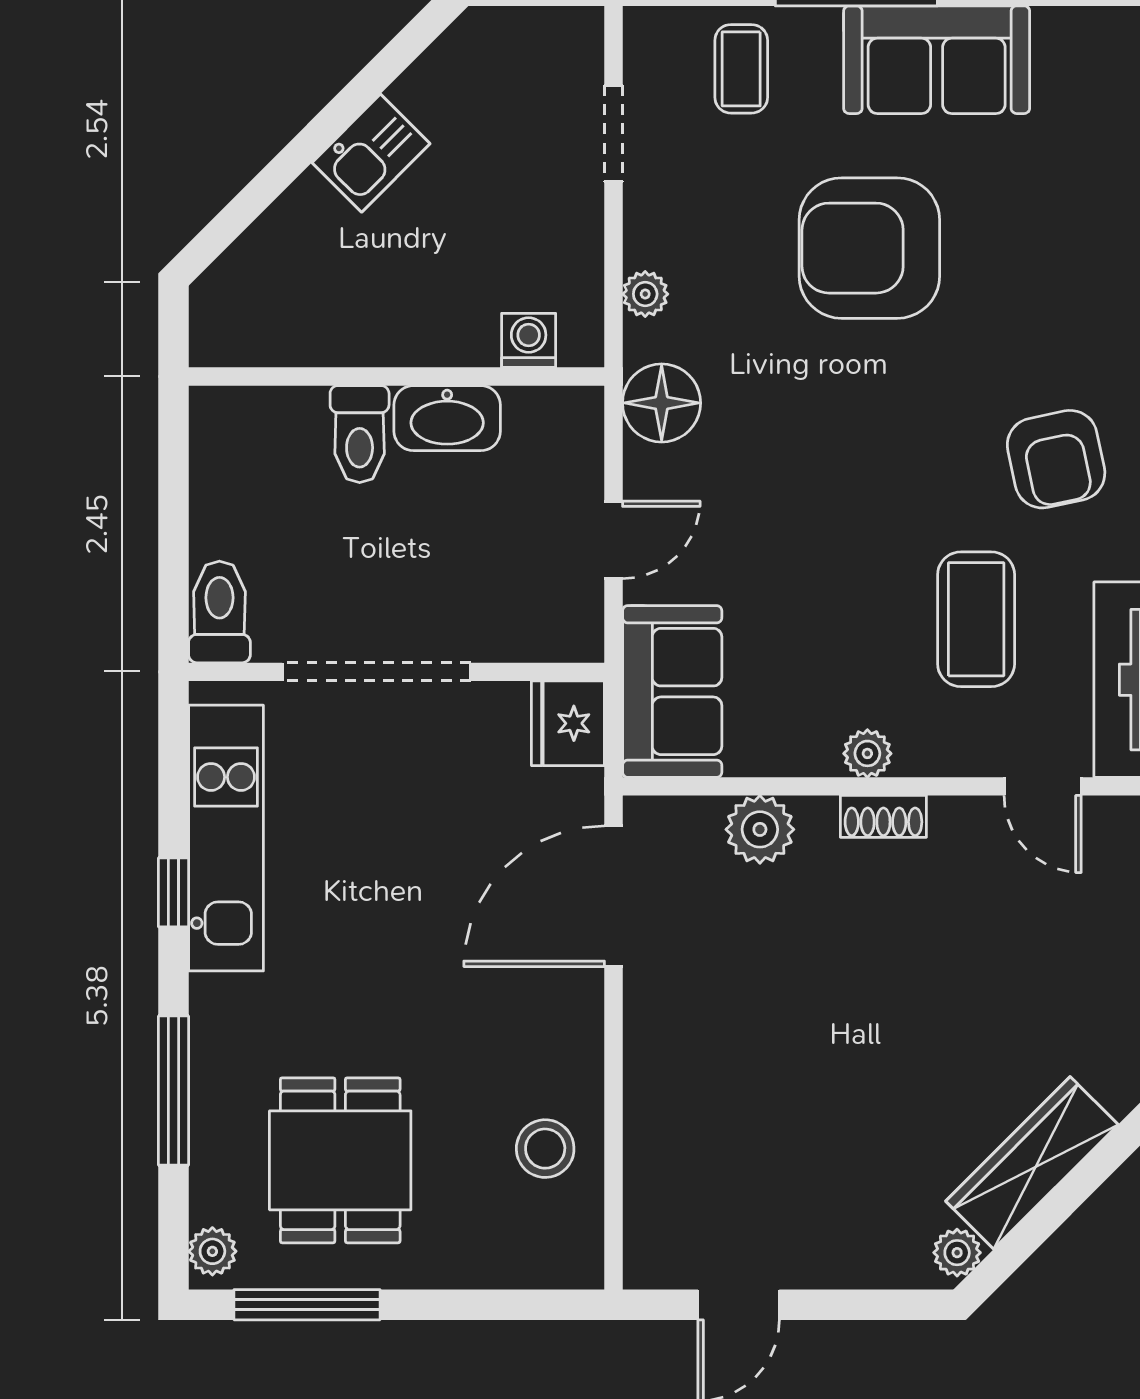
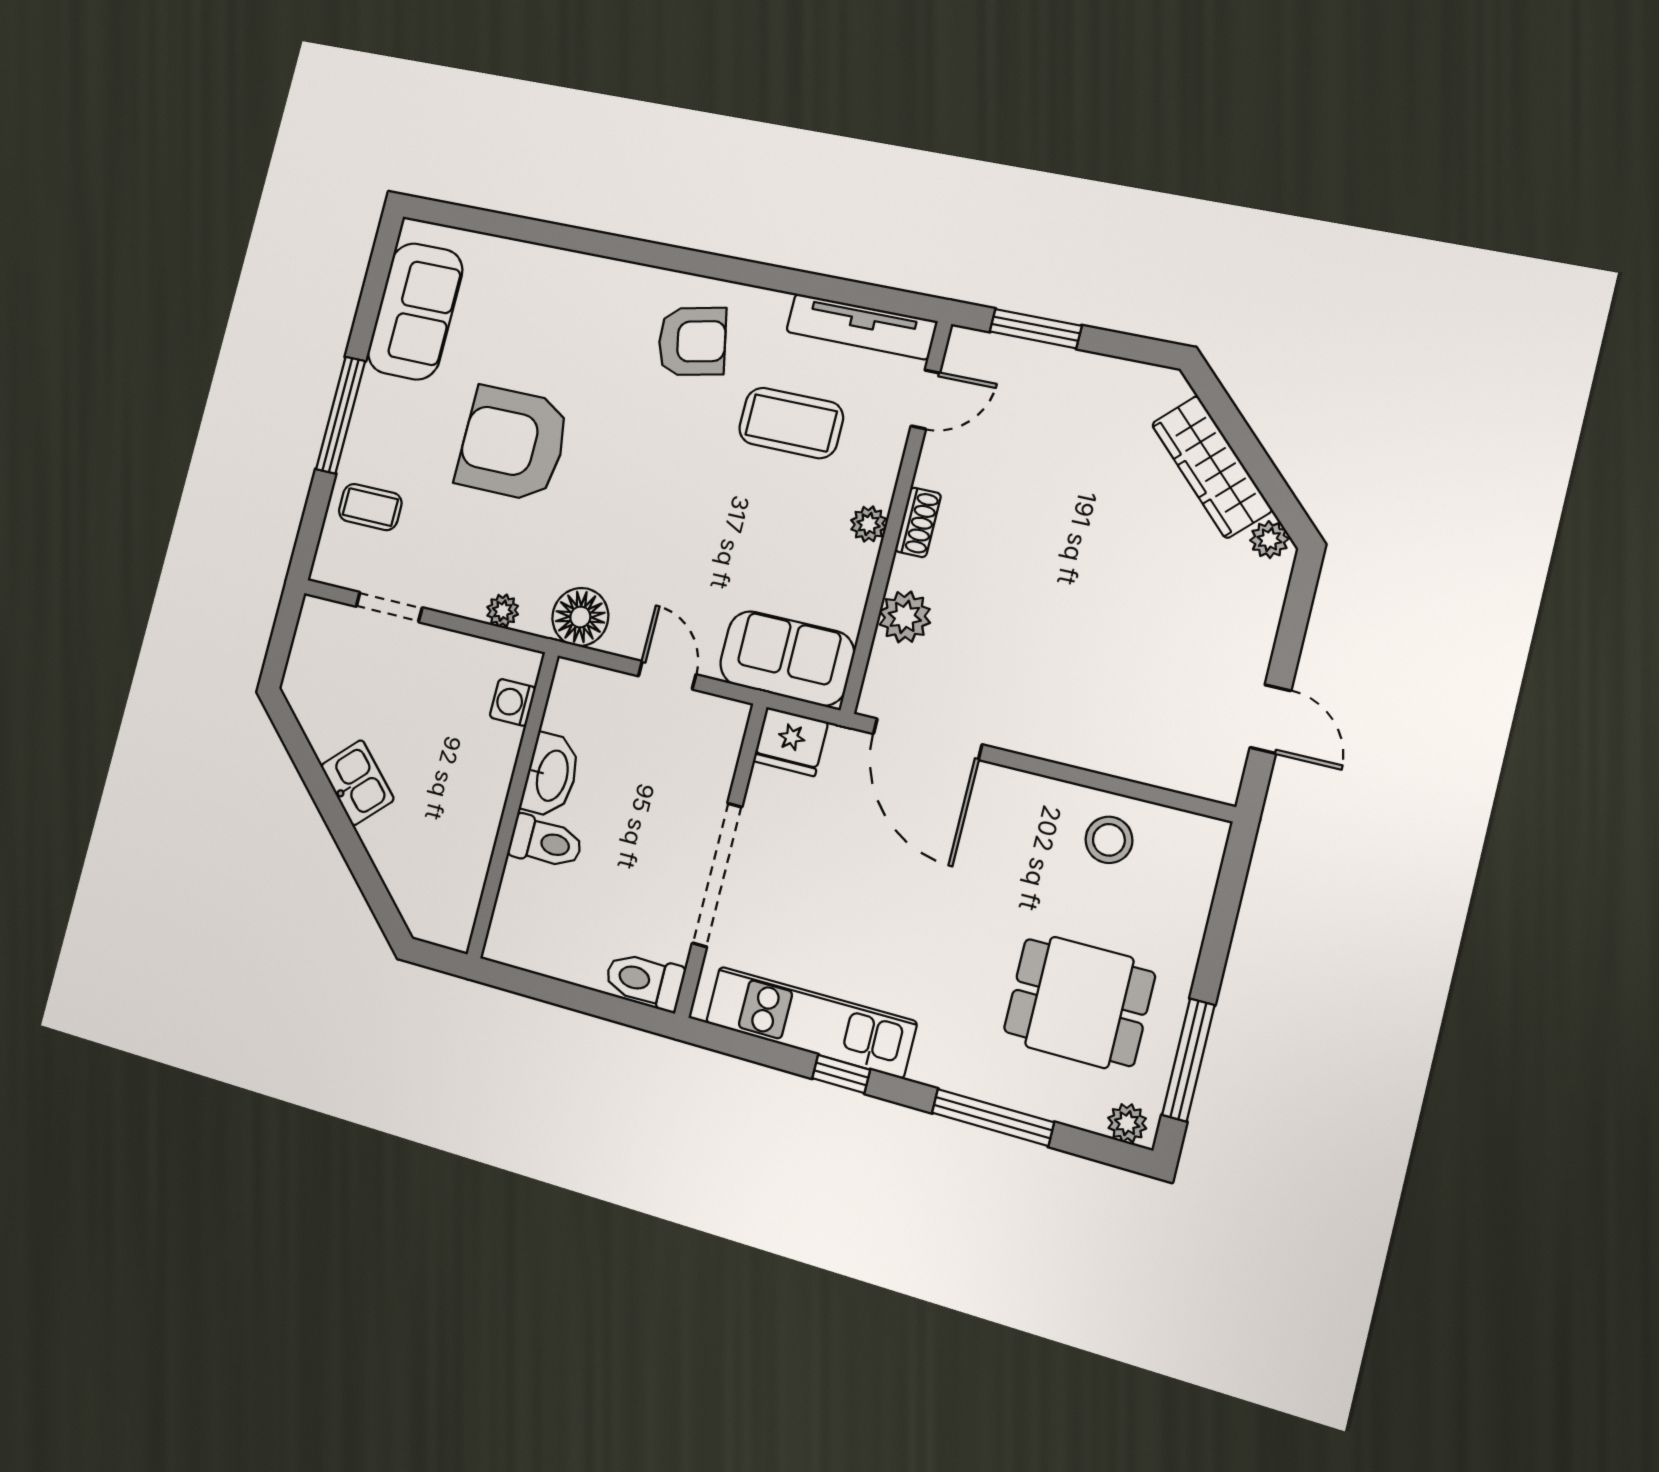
sofa: (937, 60) -> (415, 311), moved
armchair: (869, 248) -> (513, 444), turned 90

